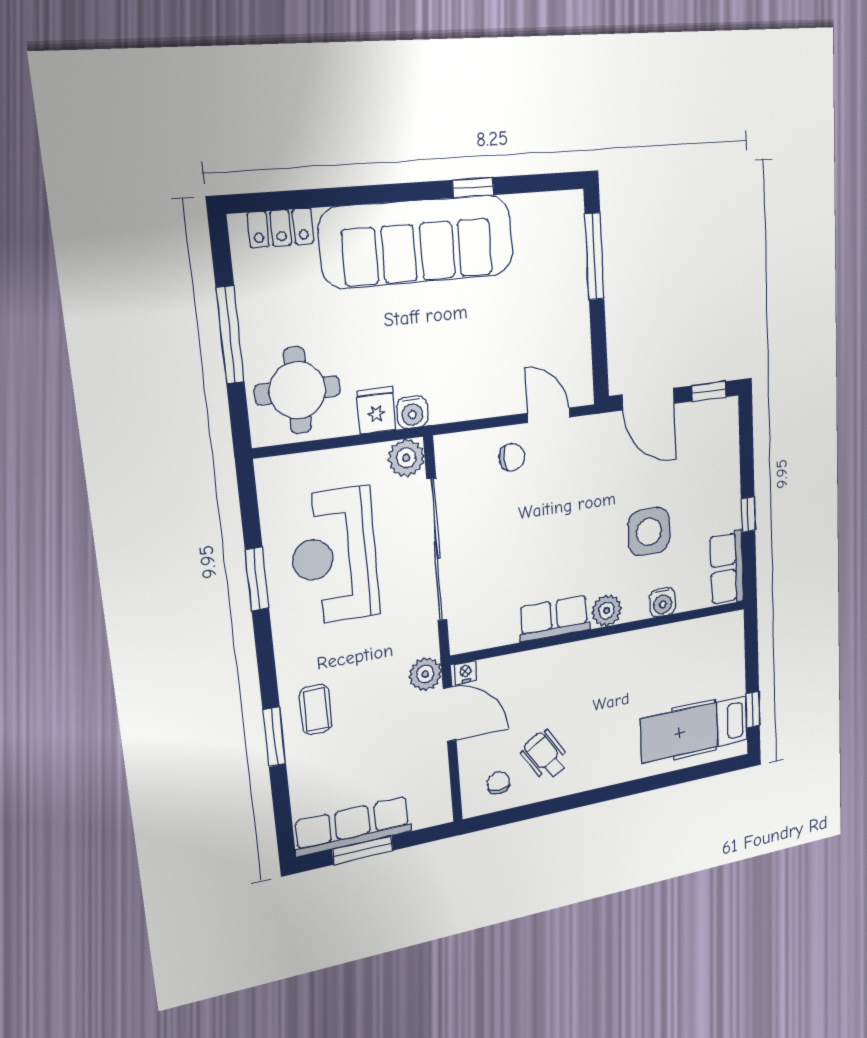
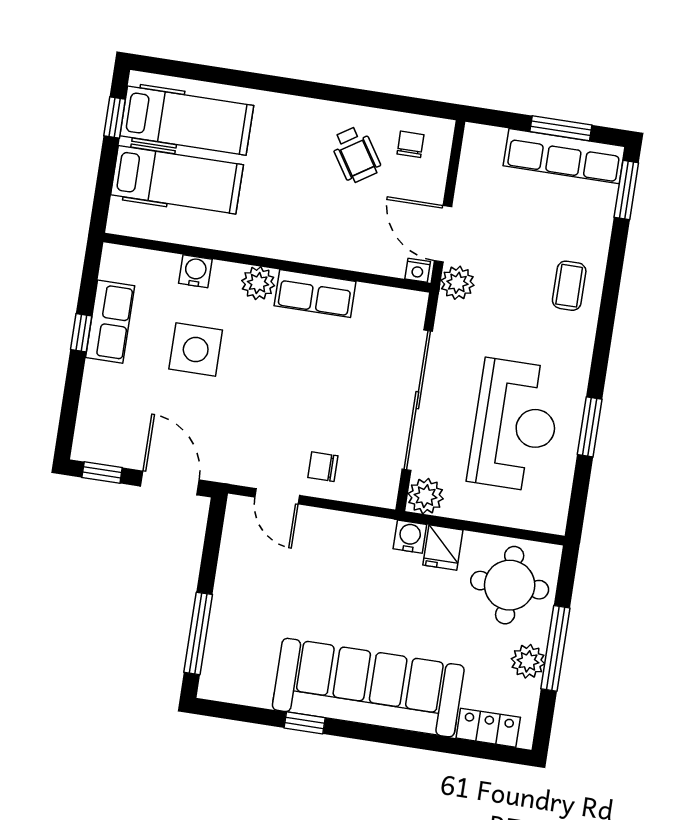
plant: (256, 313) -> (528, 661), added
row of seats: (727, 568) -> (110, 322), moved
hospital bed: (693, 676) -> (177, 180), added
window: (274, 737) -> (626, 190), moved
chair: (498, 783) -> (411, 144), turned 180

